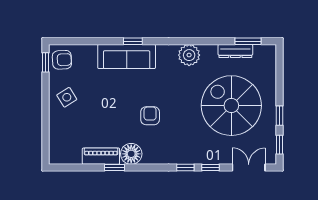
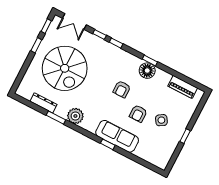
window: (248, 41) -> (56, 118), moved
armchair: (62, 60) -> (138, 114), moved, turned -87
window: (45, 62) -> (185, 136), moved
side table: (67, 97) -> (161, 120), moved
piano: (101, 156) -> (183, 87), moved
window: (115, 167) -> (150, 60), moved

